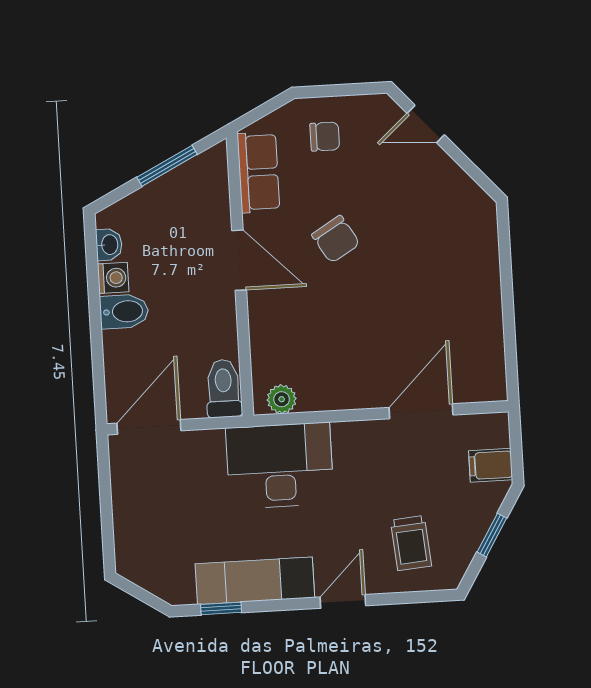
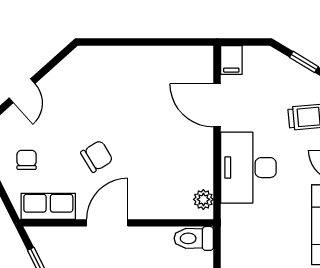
filing cabinet: (491, 465) -> (231, 60), moved
desk: (280, 466) -> (248, 168), moved

